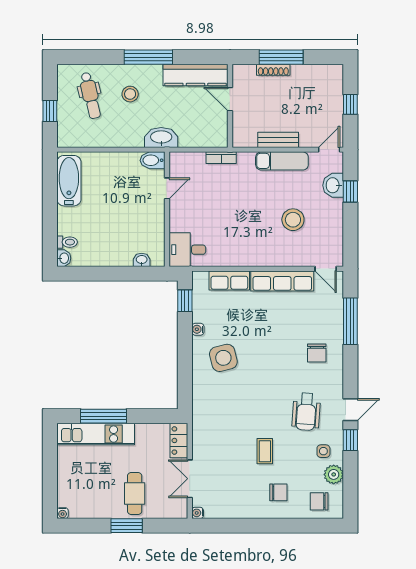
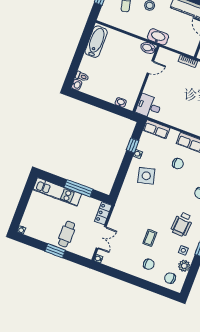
row of seats: (229, 280) -> (156, 129), moved
window: (185, 301) -> (133, 145), moved
chair: (265, 321) -> (178, 164), added
window: (103, 416) -> (78, 188), moved
double door: (190, 479) -> (101, 237), swing flipped

